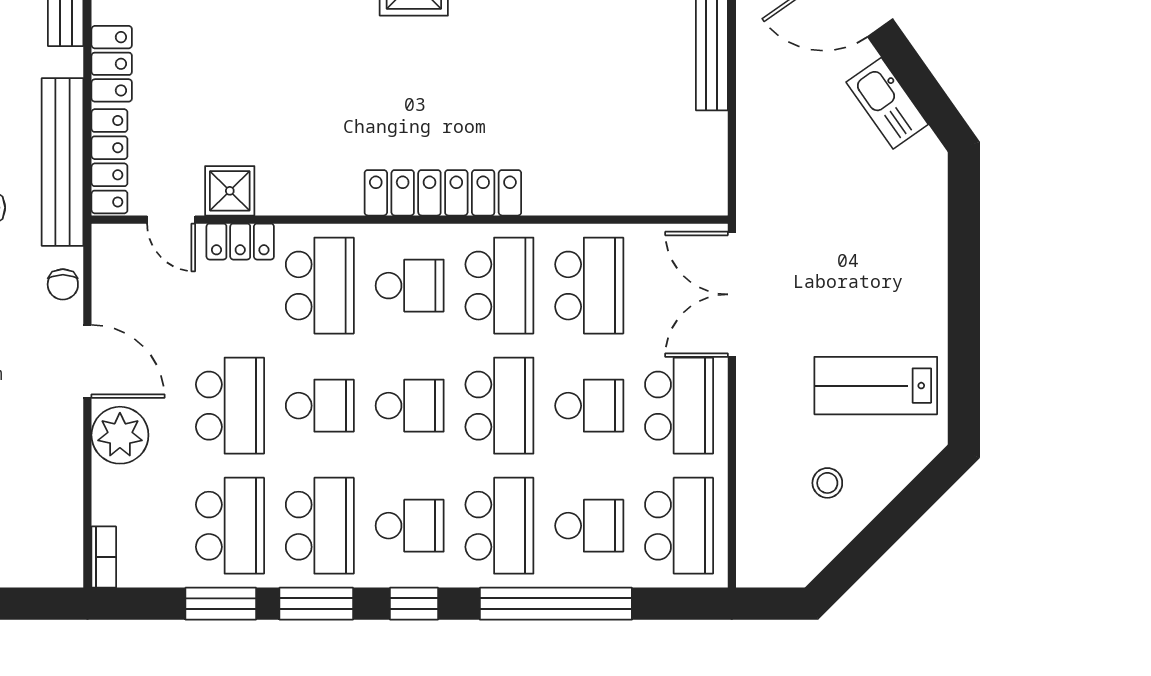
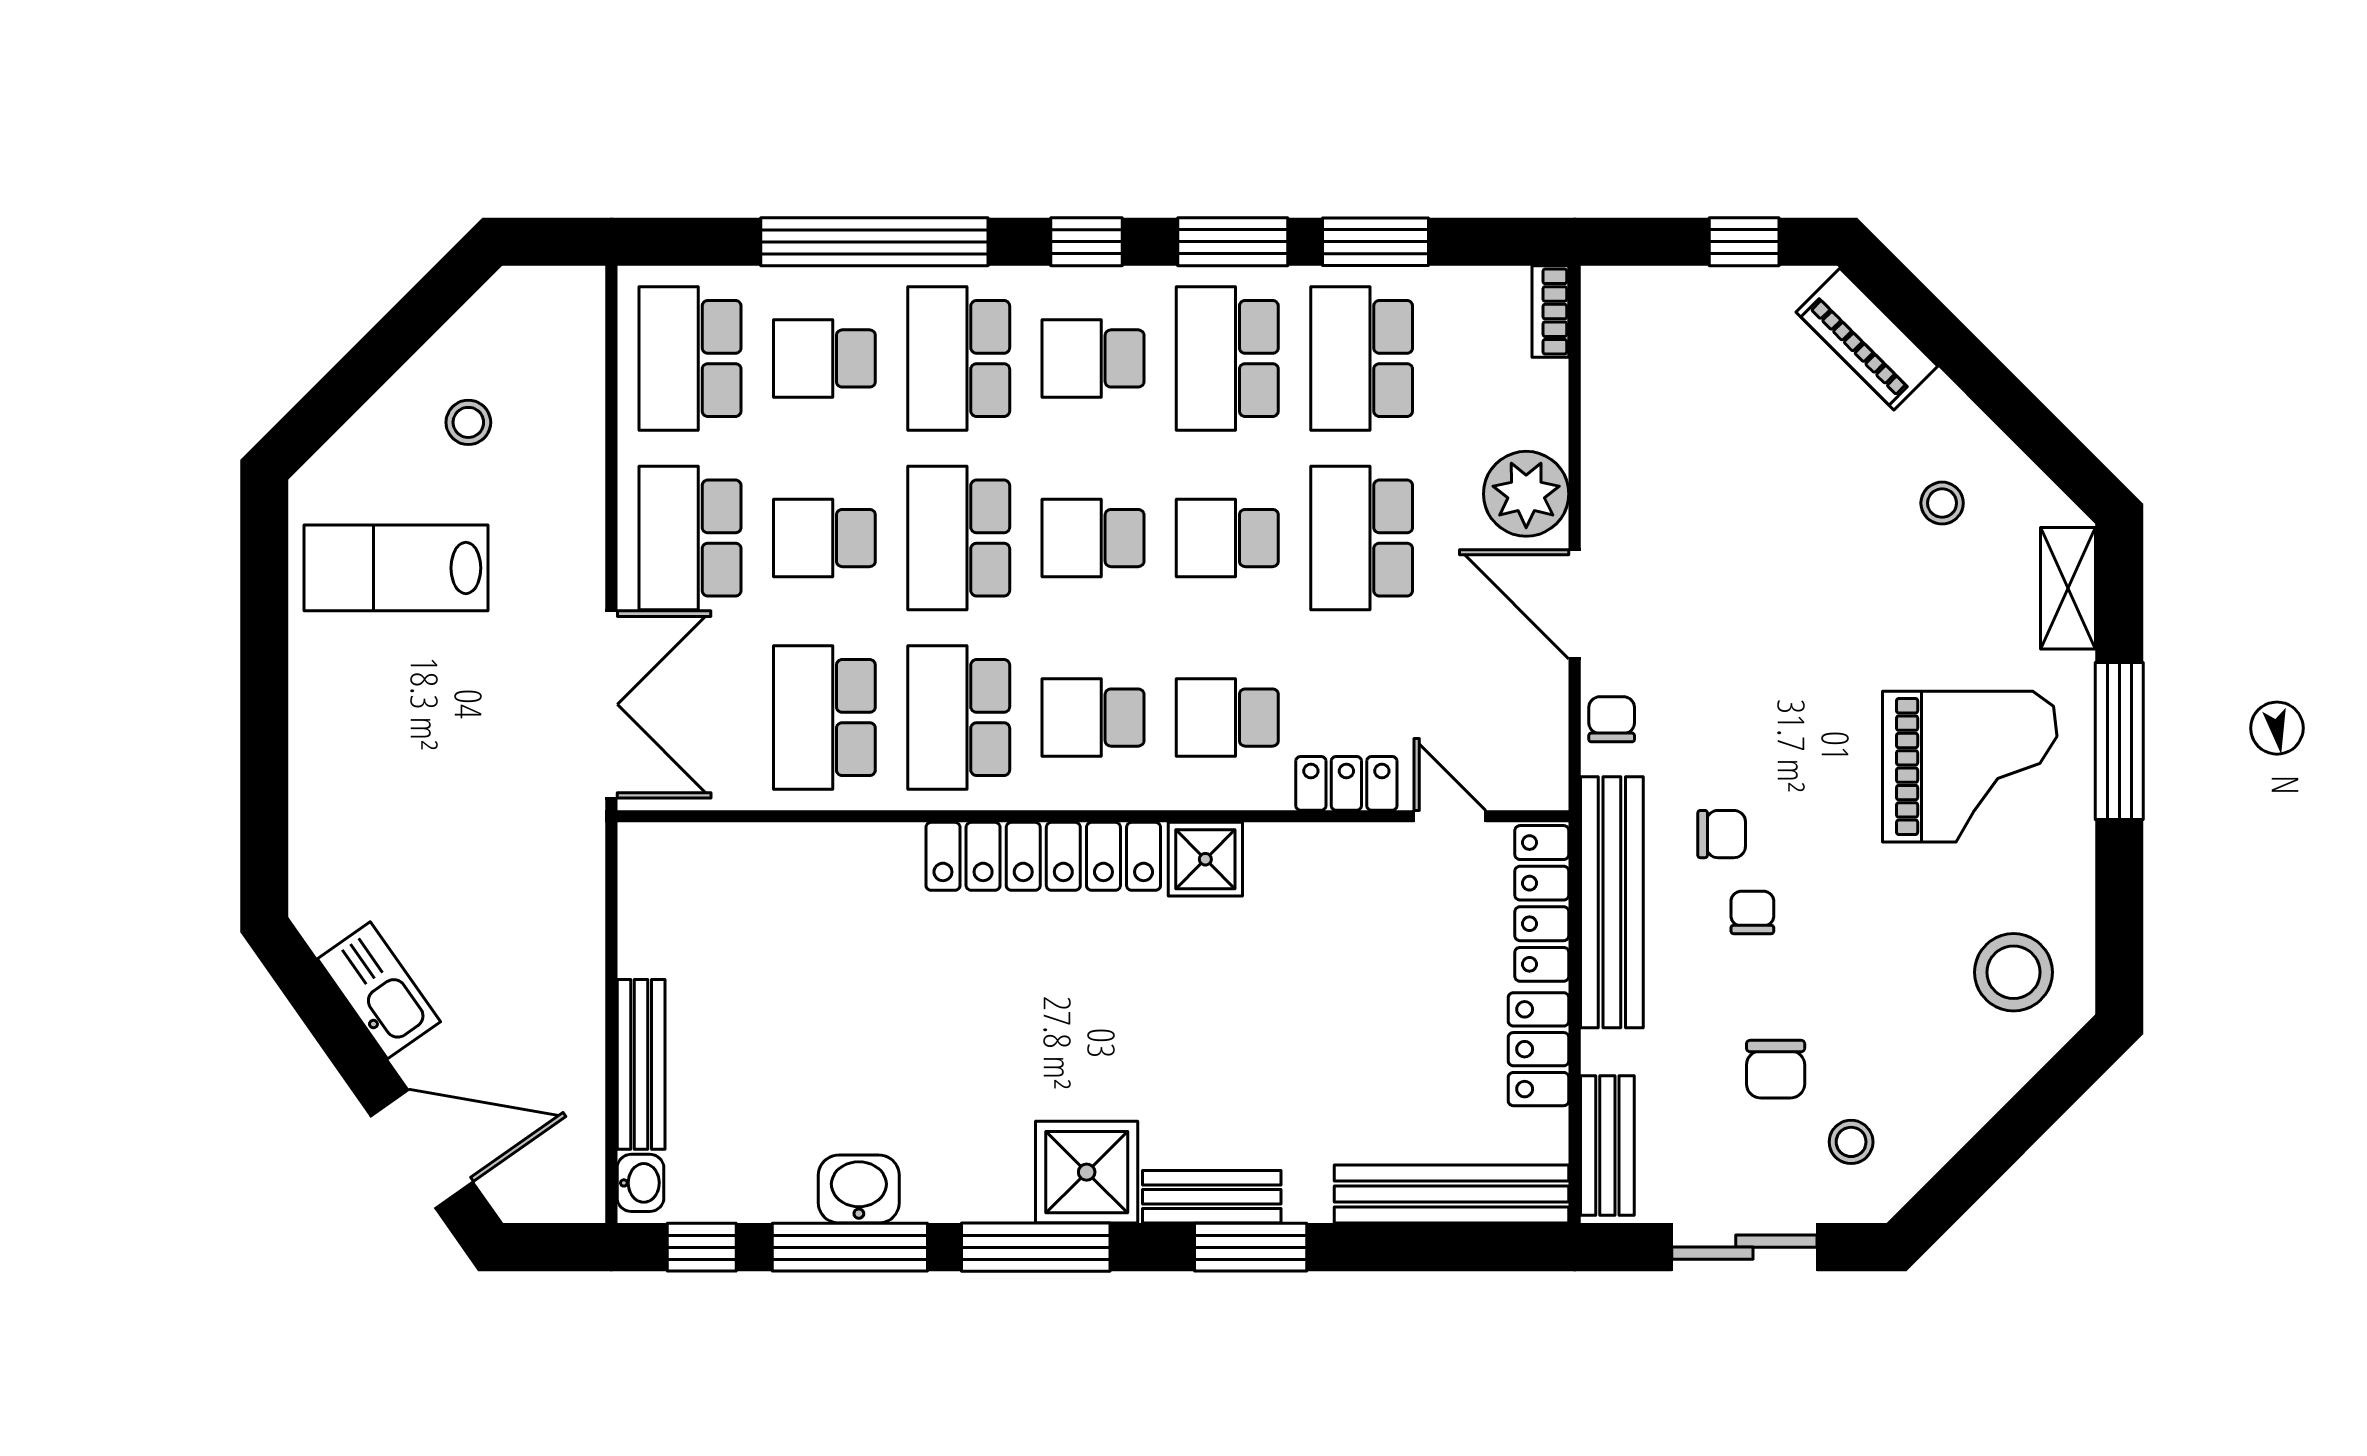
shower: (230, 191) -> (1205, 859), moved
school desk: (320, 286) -> (1227, 718), width x0.54
lab bench: (876, 386) -> (396, 568), turned 180

